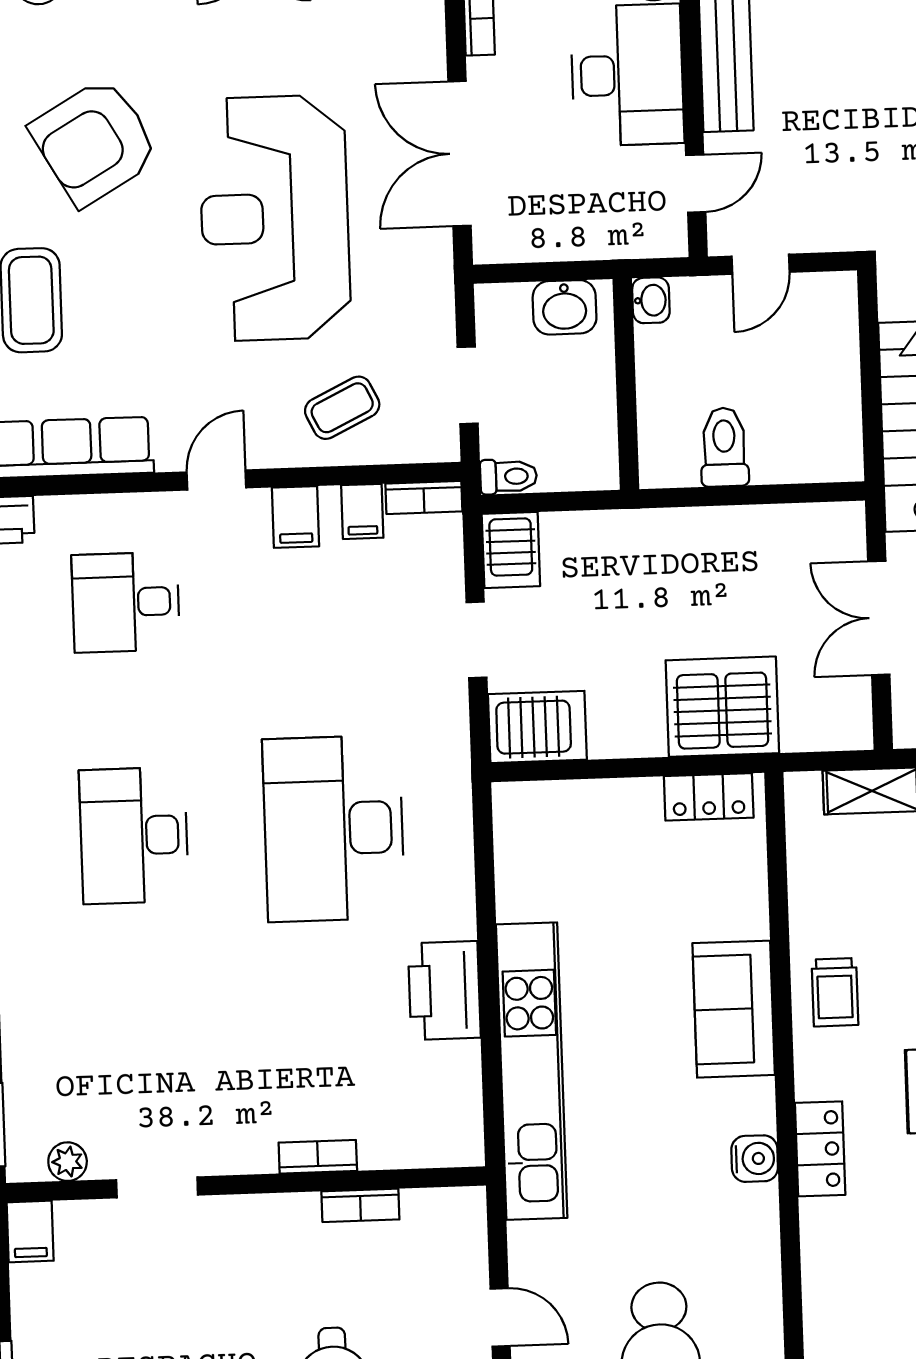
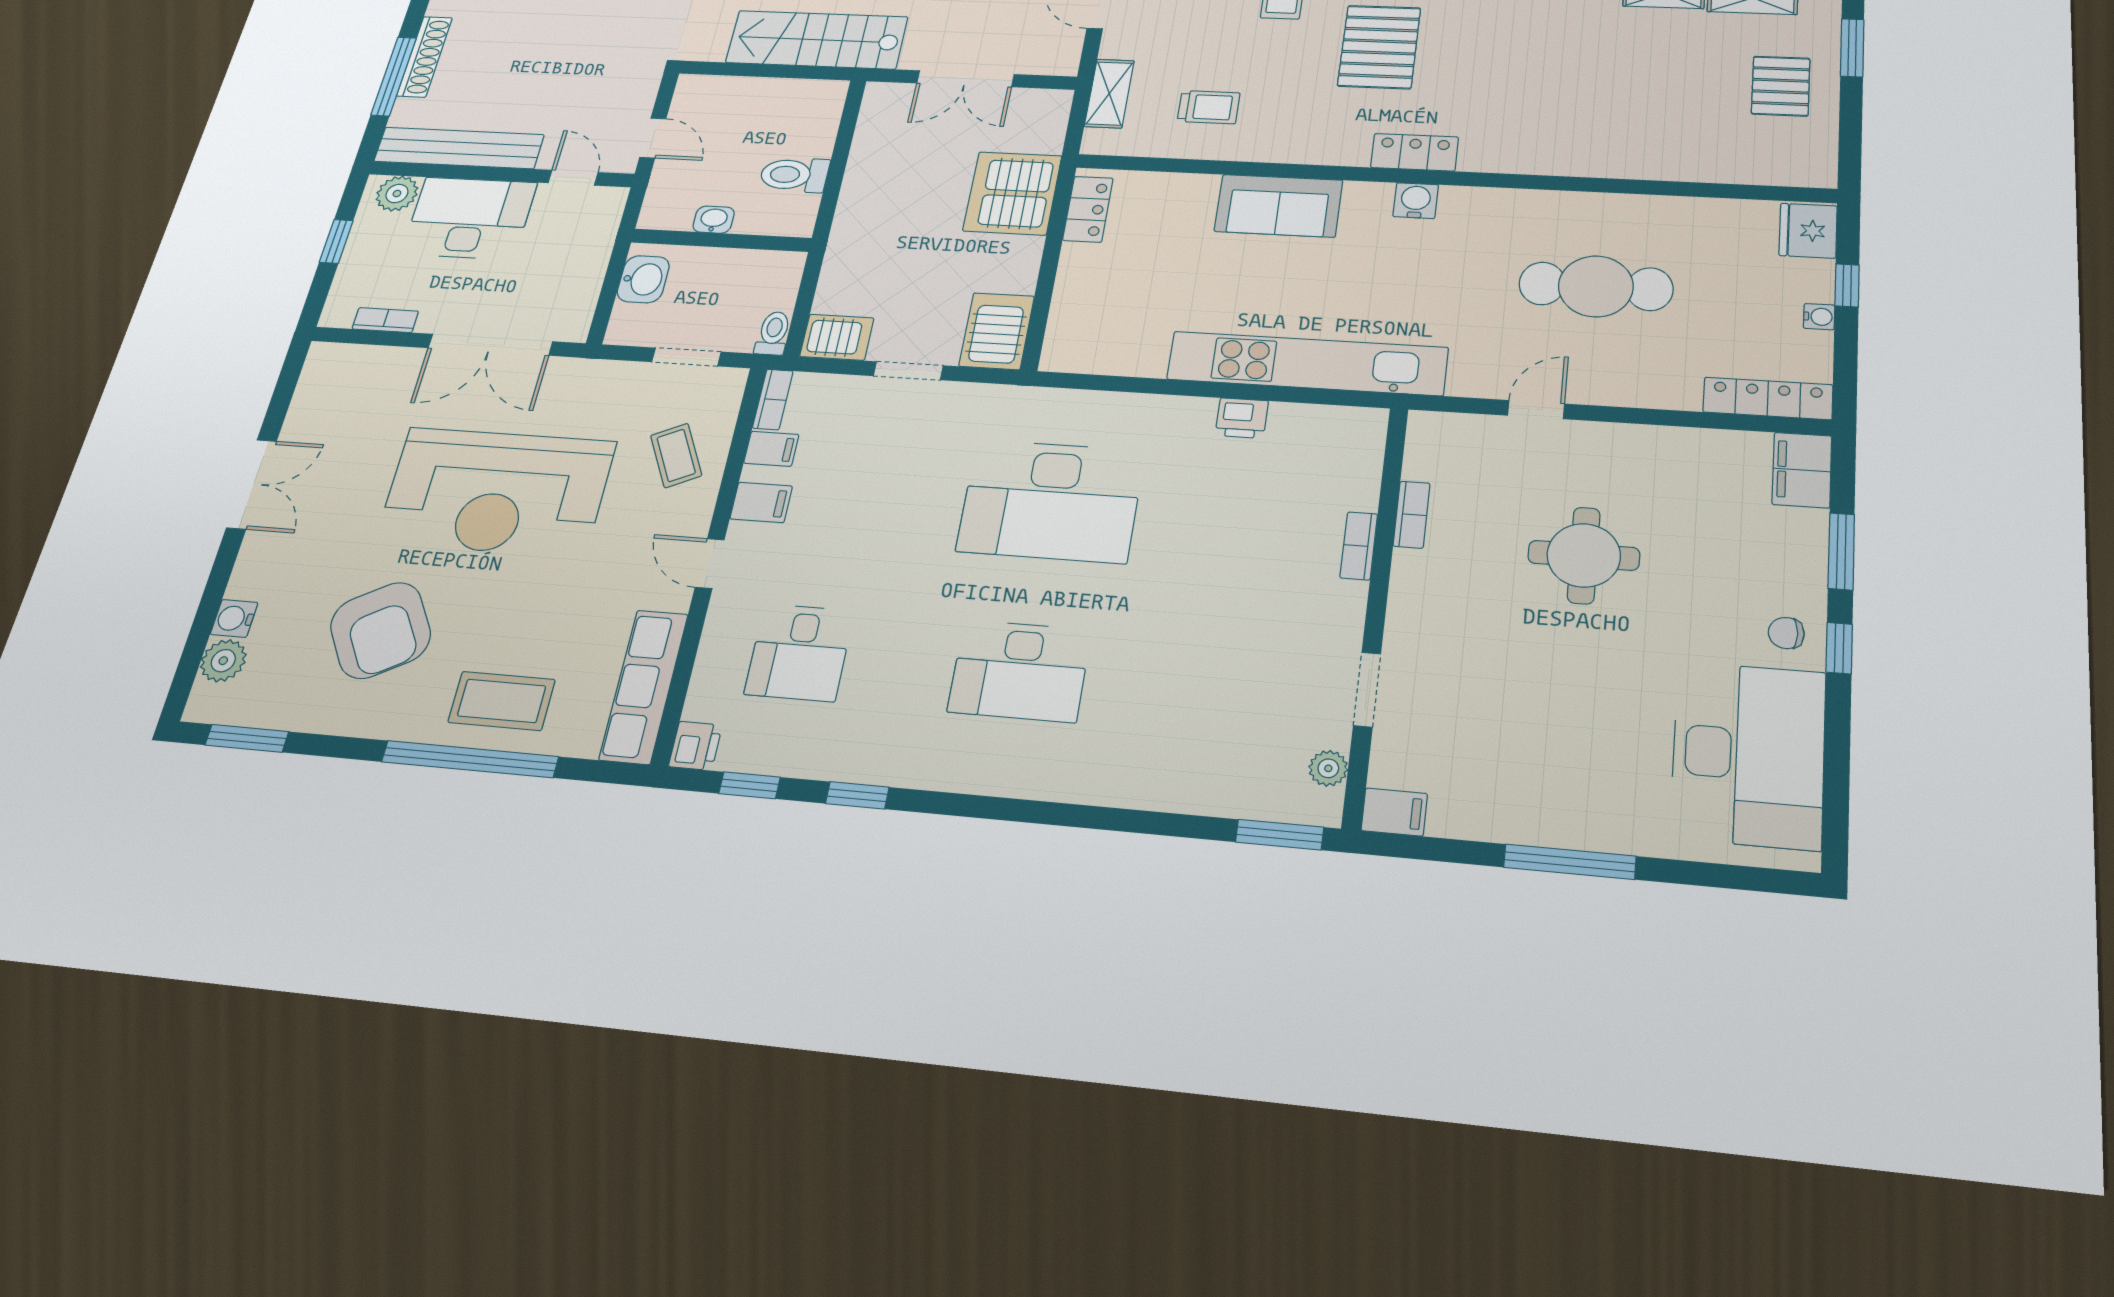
washbasin: (651, 300) -> (714, 220), moved
printer: (444, 991) -> (1242, 418), width x0.53, depth x0.68
trolley: (835, 992) -> (1209, 107), moved

